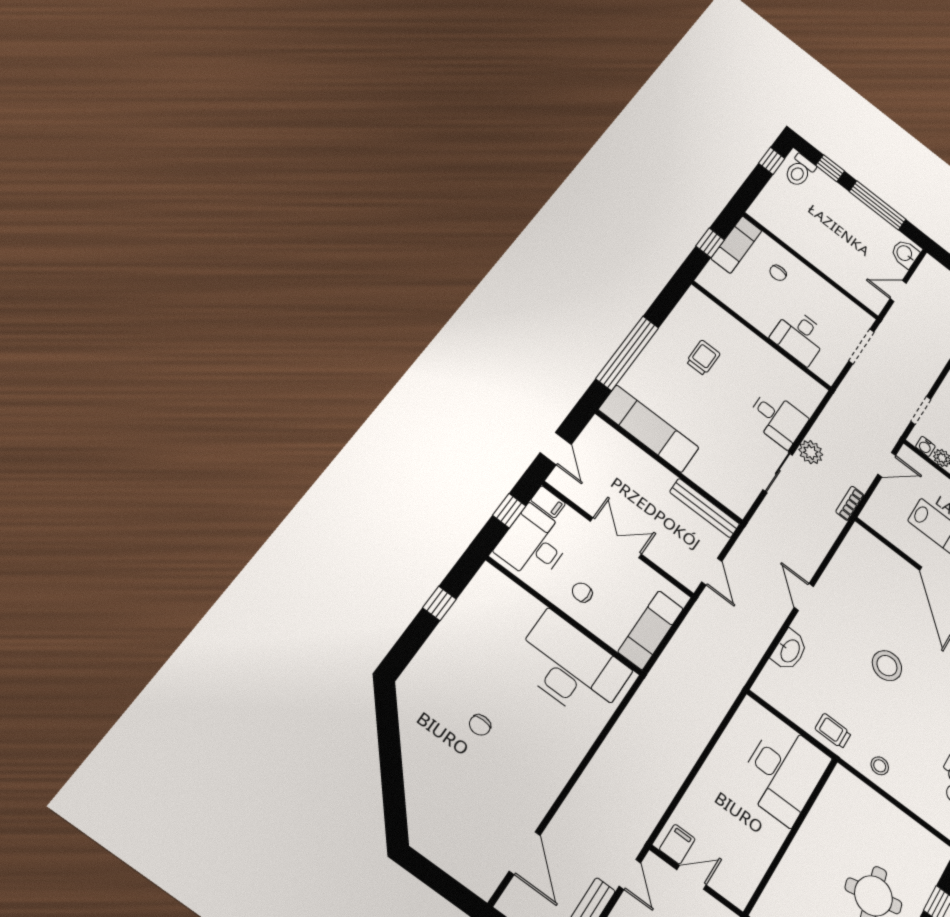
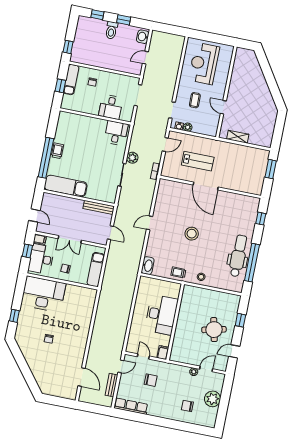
window: (772, 161) -> (68, 47), moved
toilet: (800, 171) -> (111, 30), moved
window: (878, 205) -> (124, 20), width x0.46
trolley: (703, 358) -> (57, 151), moved
desk: (778, 419) -> (116, 133), moved, turned -90
double door: (616, 538) -> (70, 239), swing flipped
door: (804, 597) -> (150, 223), hinge flipped
window: (439, 603) -> (14, 316), moved
washbasin: (790, 650) -> (148, 266), moved
desk: (571, 667) -> (43, 294), moved
desk: (783, 772) -> (161, 315), moved
filing cabinet: (677, 844) -> (163, 353), moved
door: (630, 874) -> (121, 366), hinge flipped
door: (692, 877) -> (143, 356), hinge flipped

